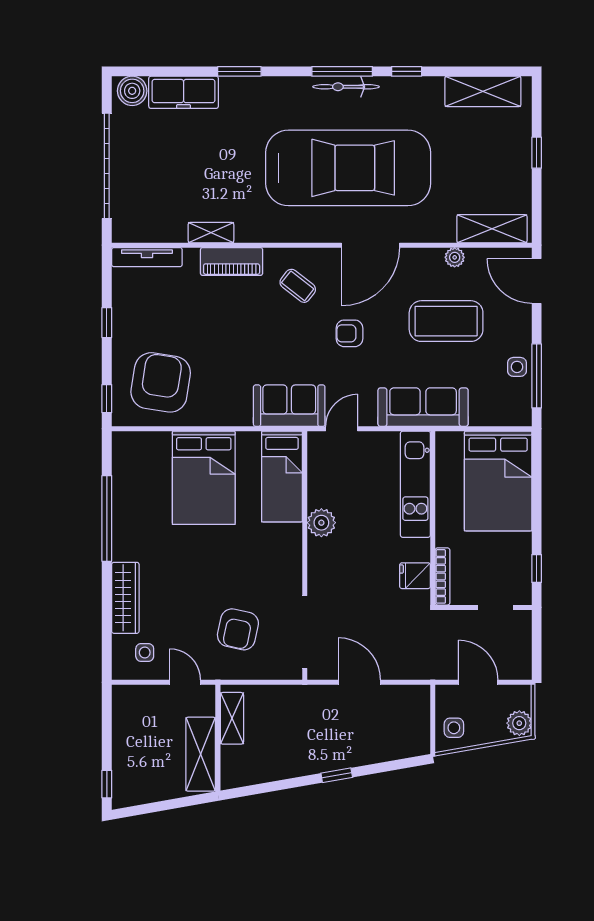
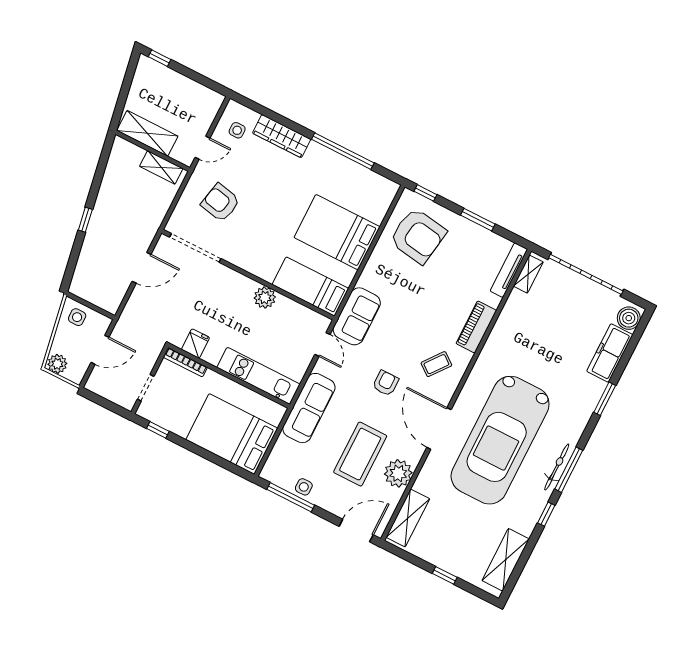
shelving: (211, 233) -> (528, 274), moved
plant: (455, 257) -> (398, 473), width x1.88, depth x1.88
window: (107, 323) -> (478, 220), width x1.50

